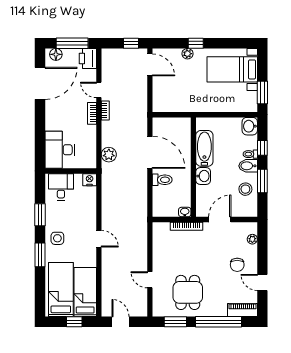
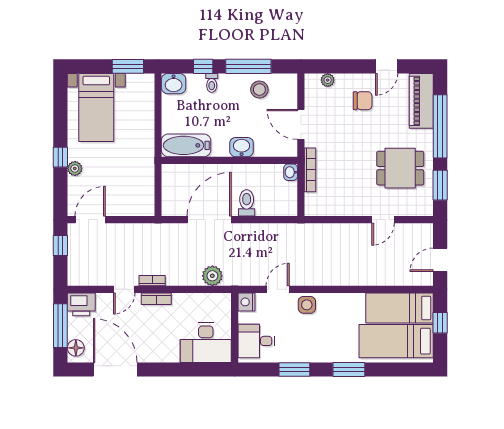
bathtub: (204, 148) -> (186, 145), moved
bidet: (248, 166) -> (228, 86), removed
window: (262, 181) -> (248, 66), width x1.44
side table: (57, 238) -> (307, 305), moved
door: (99, 239) -> (278, 289), moved
piano: (242, 310) -> (421, 101), width x1.37, depth x1.33

